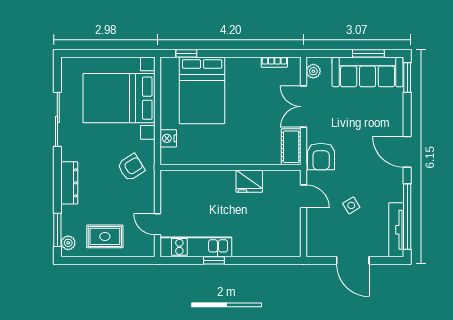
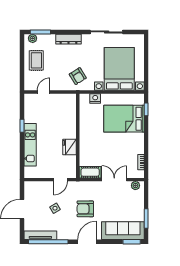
sofa: (368, 72) -> (123, 231), moved, turned 90
armchair: (321, 156) -> (85, 209), moved
kitchen unit: (196, 247) -> (30, 145), moved

